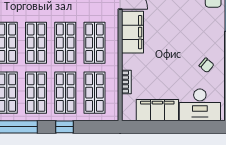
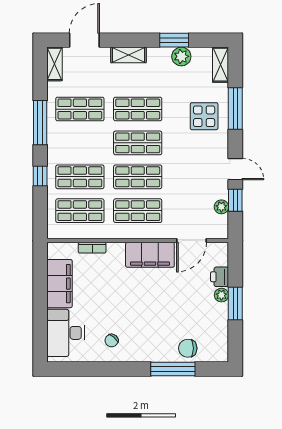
shop shelf: (36, 93) -> (80, 143), removed

